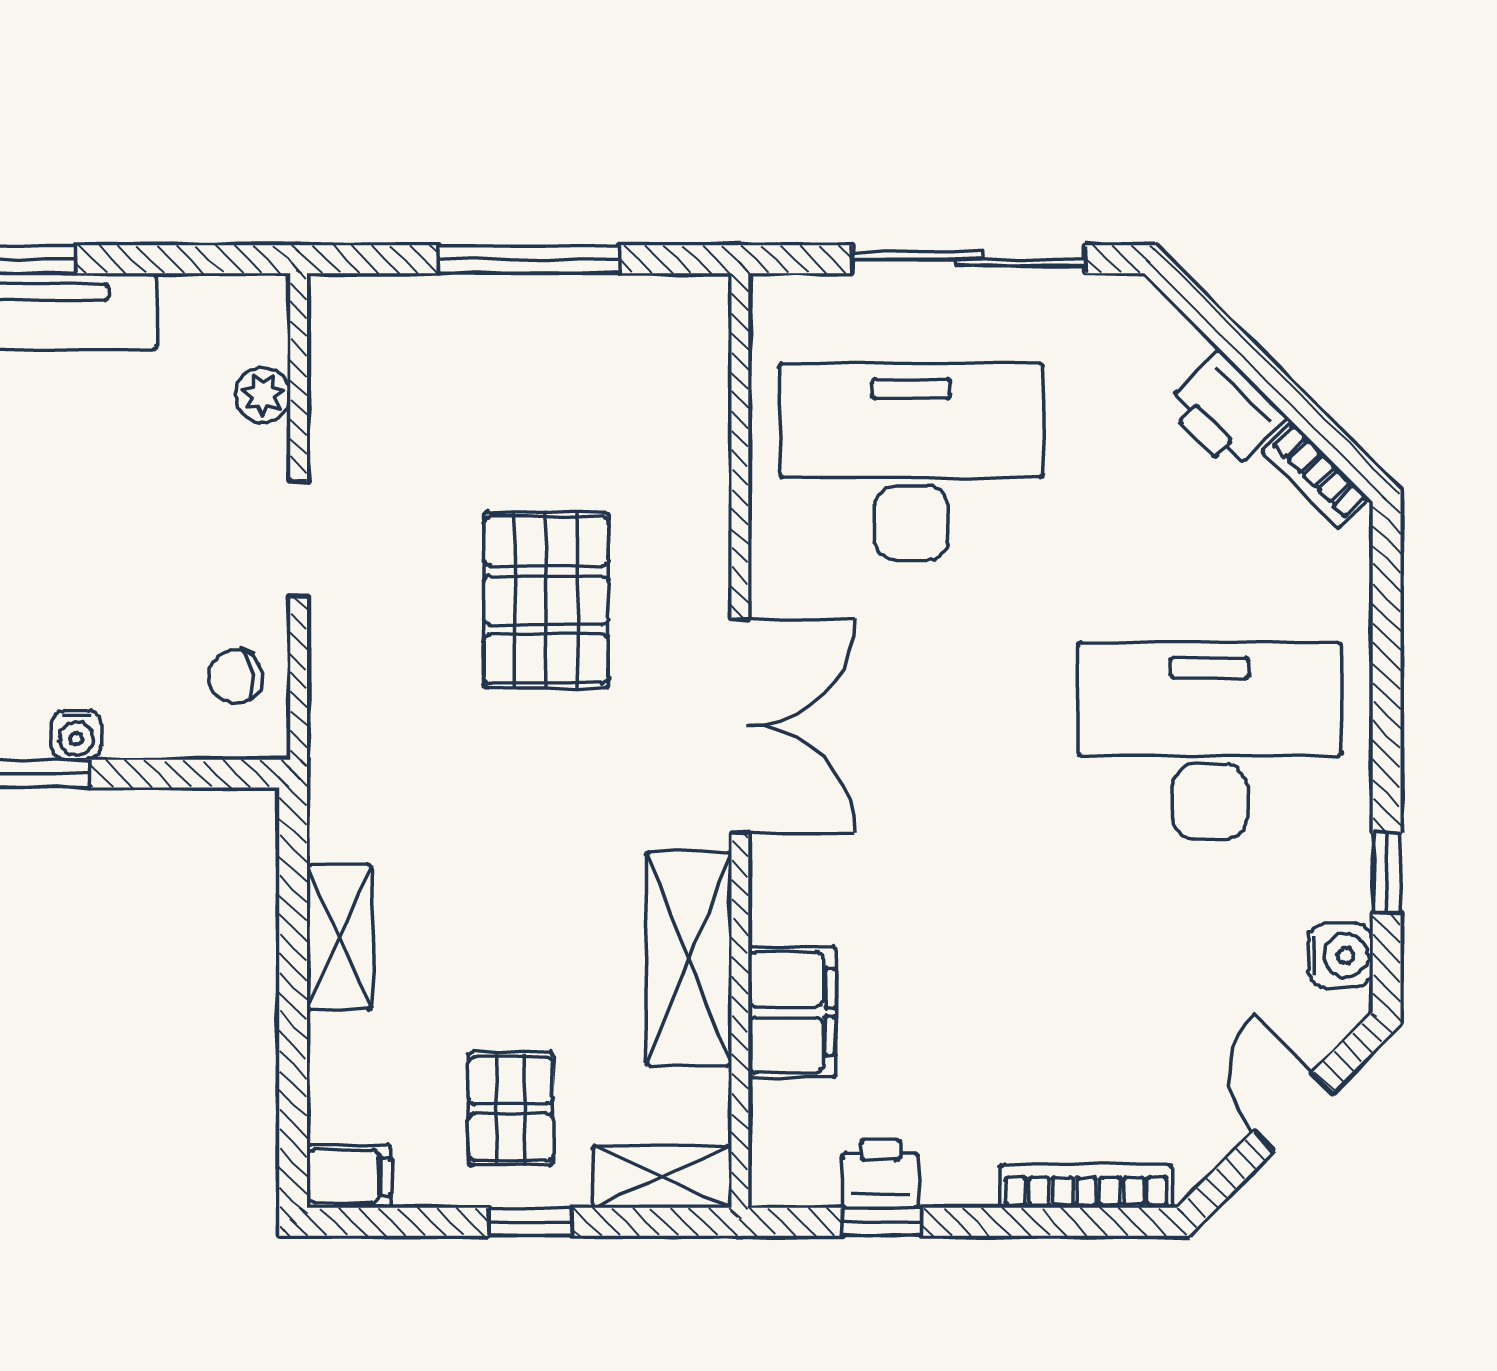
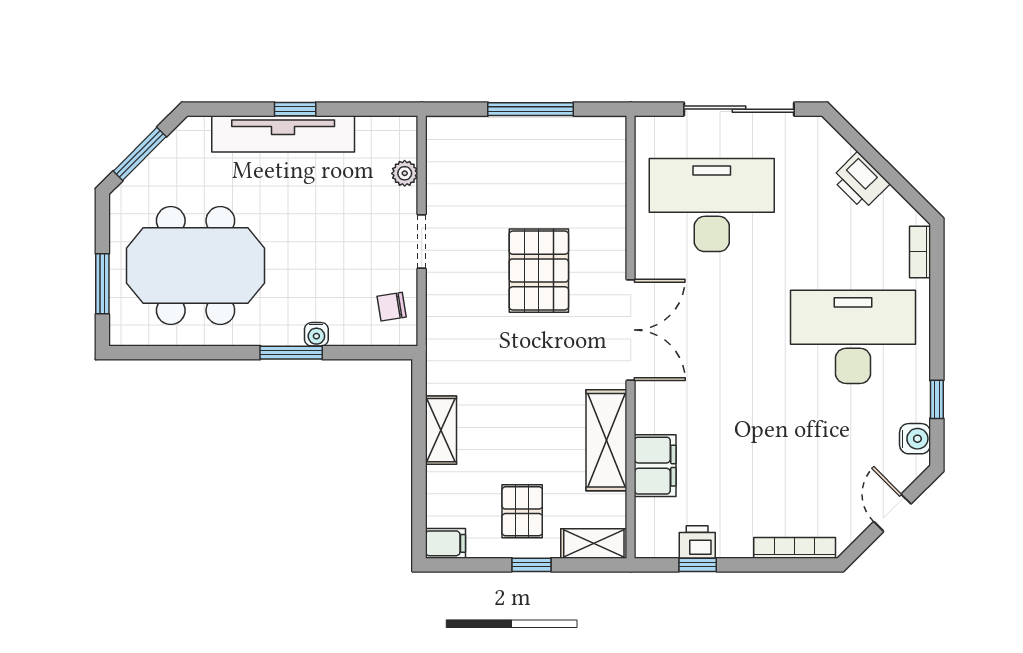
bookcase: (1315, 475) -> (920, 252), moved, turned 45

